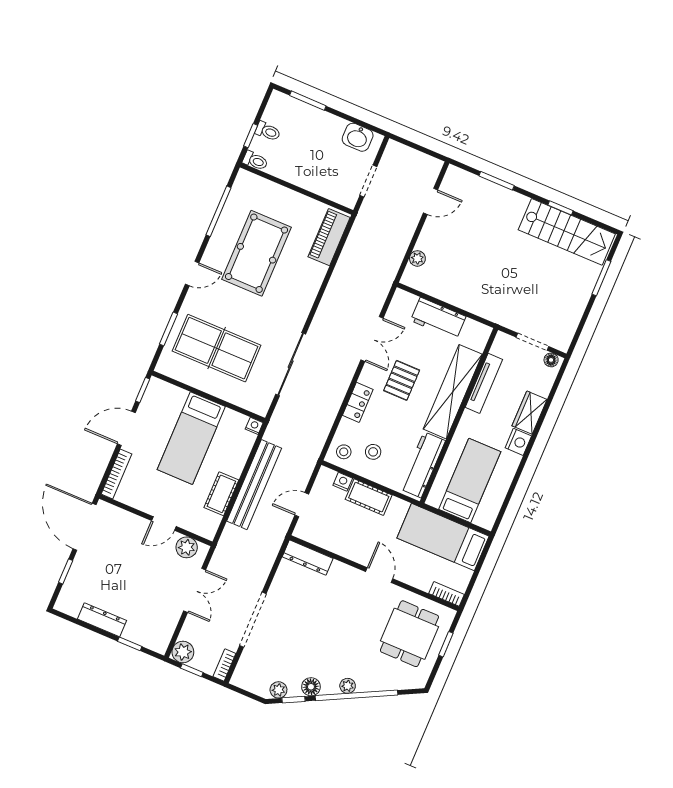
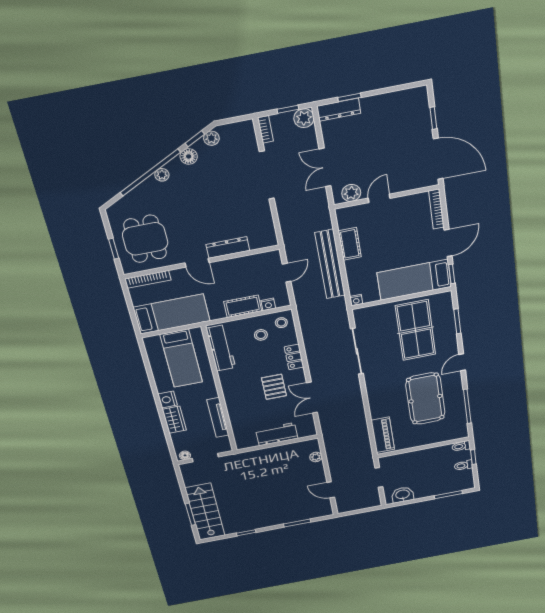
door: (430, 201) -> (331, 490), hinge flipped
stairs: (567, 232) -> (205, 512), moved, turned 90
table tennis table: (217, 348) -> (416, 330), turned 90
shelving: (453, 392) -> (235, 401), removed
bed: (191, 438) -> (414, 280), moved, turned -90
dresser: (308, 558) -> (228, 248), moved
bookcase: (447, 594) -> (148, 279), width x1.56
dresser: (102, 620) -> (339, 110), moved

